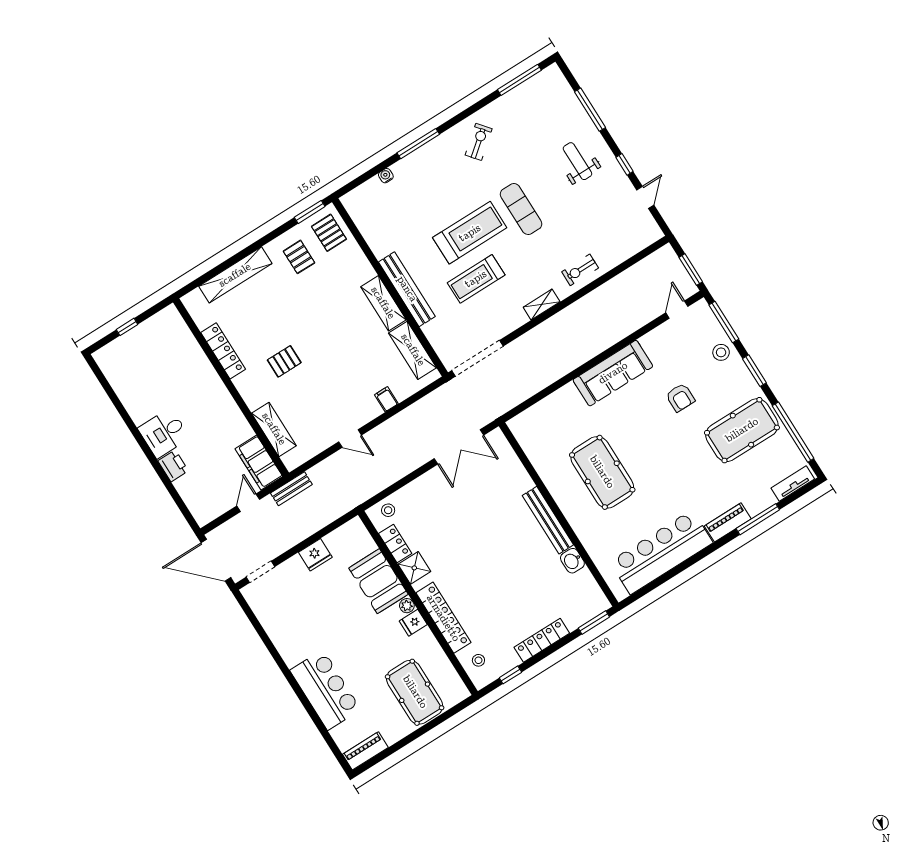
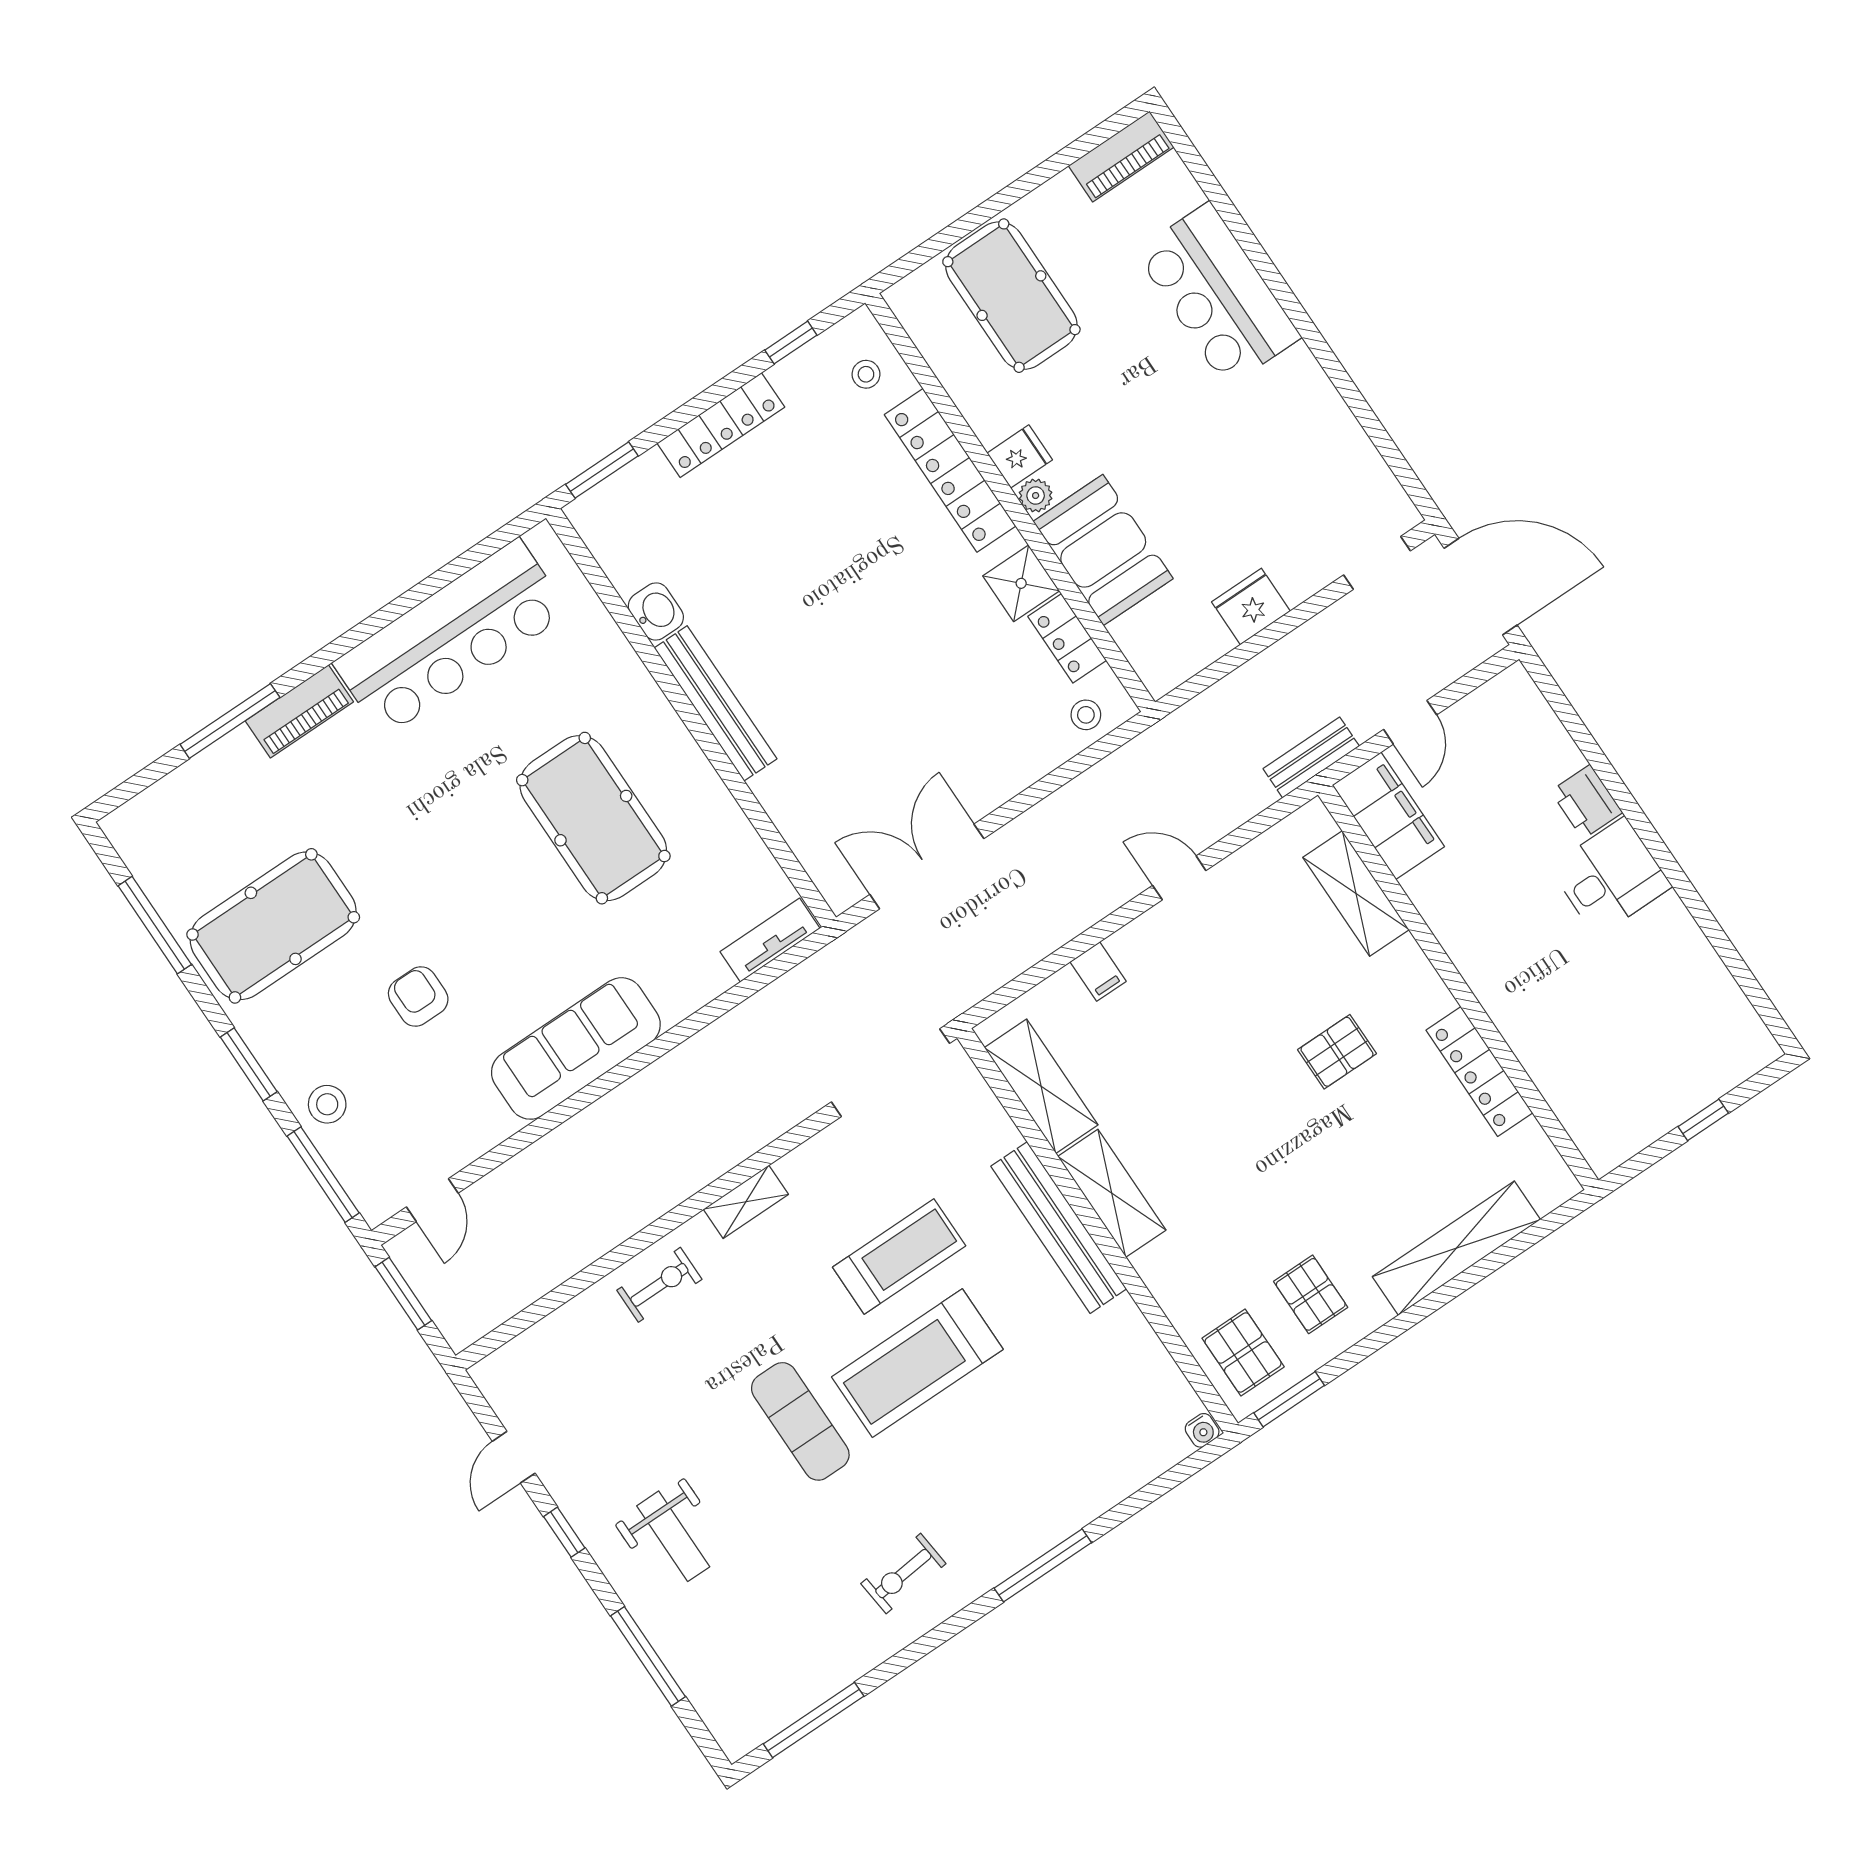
exercise bike: (479, 142) -> (903, 1574), turned 33
water cooler: (386, 176) -> (1202, 1430), moved
window: (793, 432) -> (155, 925), width x0.68
tv unit: (793, 484) -> (770, 940), moved, turned 180

